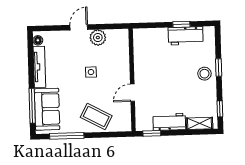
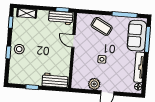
workbench: (186, 36) -> (55, 80), moved
door: (132, 93) -> (73, 41), swing flipped
workbench: (169, 122) -> (61, 18), moved

